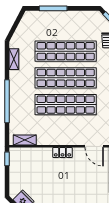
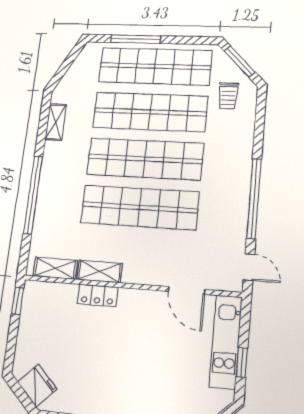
shop shelf: (66, 24) -> (155, 66), added
shelving: (48, 140) -> (99, 271), added
locker: (62, 152) -> (97, 295), moved

